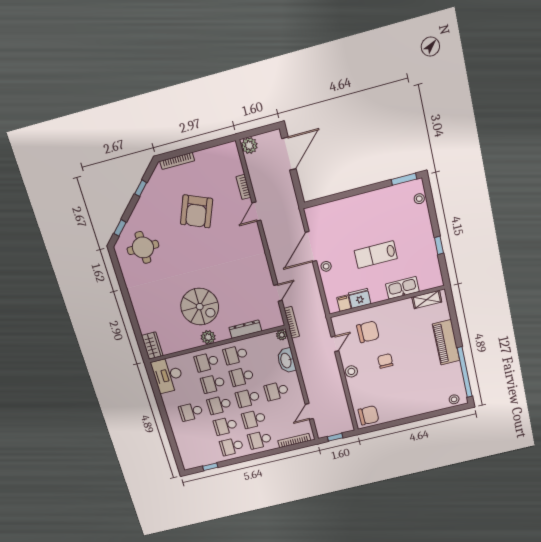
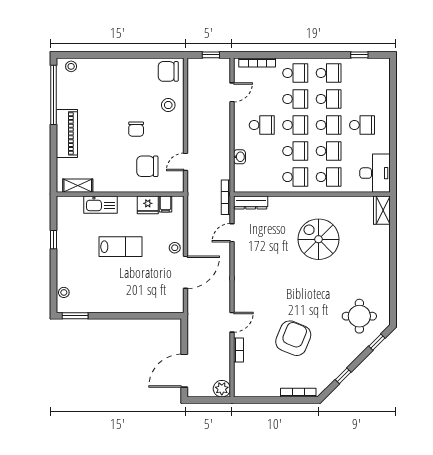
dresser: (245, 329) -> (251, 202), moved
plant: (282, 335) -> (240, 186), removed
plant: (208, 337) -> (319, 204), removed
washbasin: (286, 360) -> (240, 157), width x0.52, depth x0.69
stool: (351, 371) -> (168, 105), moved

